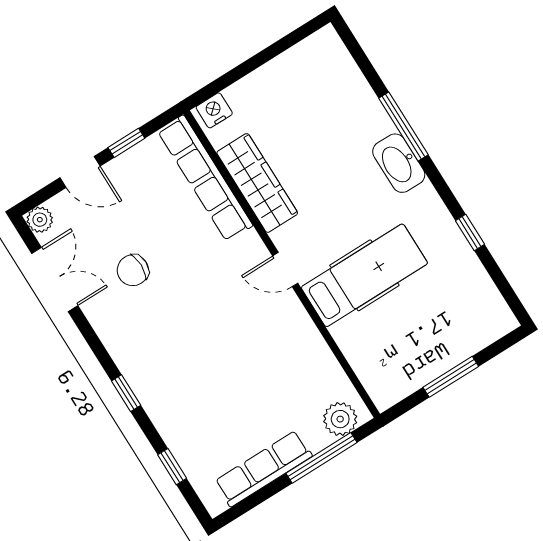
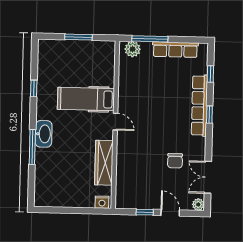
row of seats: (205, 178) -> (199, 106), moved, turned 180
chair: (133, 270) -> (175, 161), turned 90

